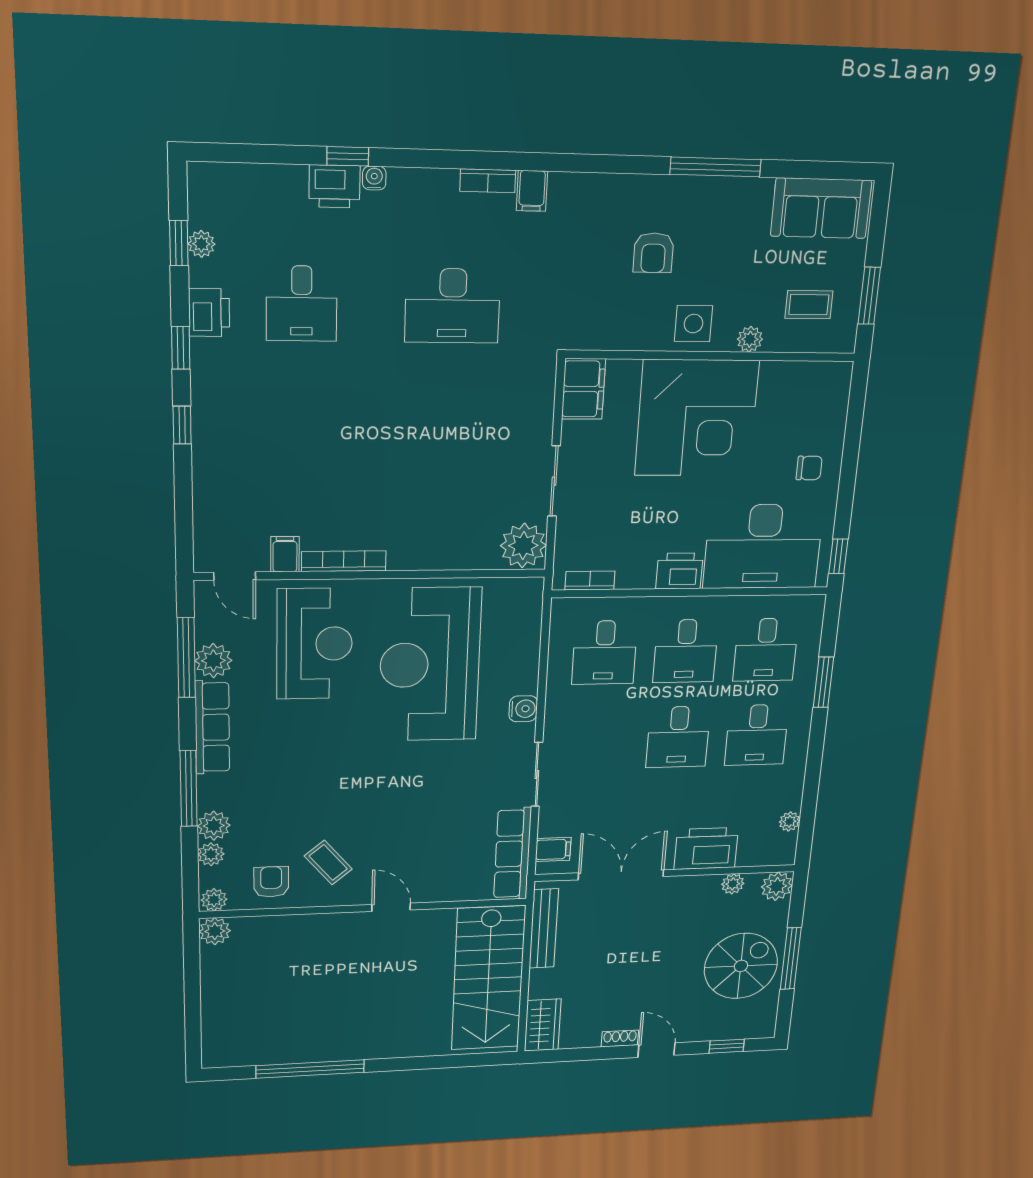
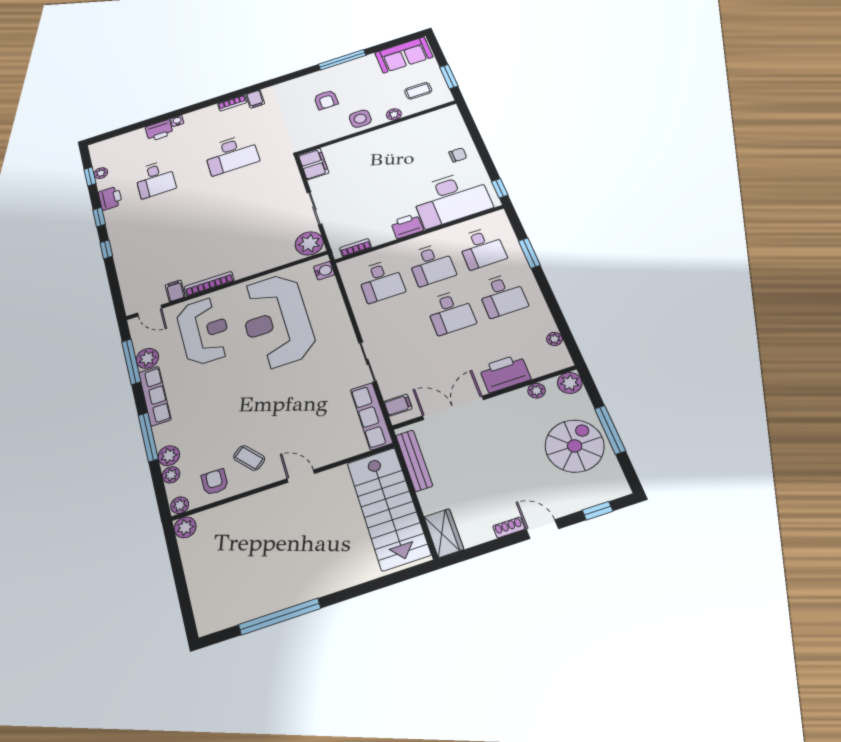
window: (348, 156) -> (162, 118), removed
corner desk: (697, 418) -> (382, 155), removed
water cooler: (523, 709) -> (324, 271), moved

